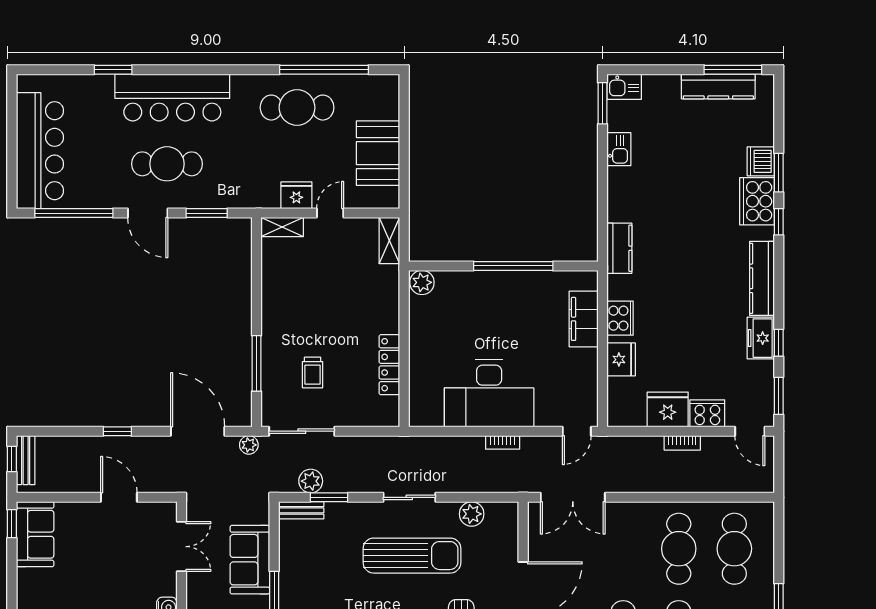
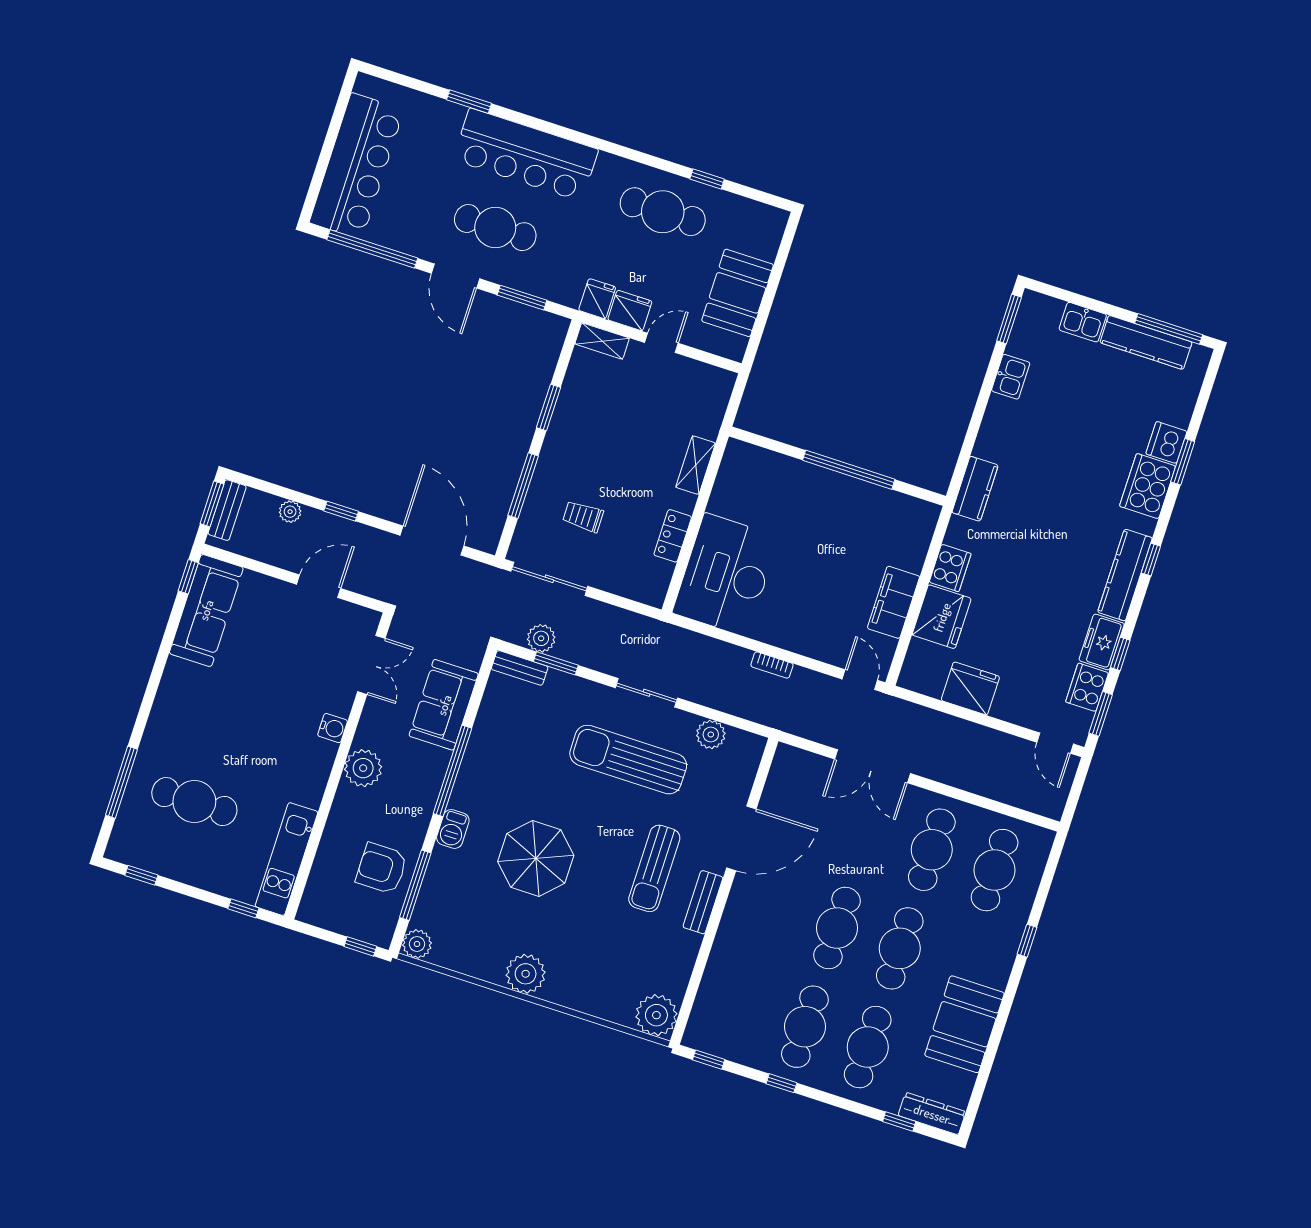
window: (324, 70) -> (707, 179), width x0.32
kitchen sink: (624, 87) -> (1083, 322), moved
fridge: (267, 194) -> (597, 299), added
window: (779, 222) -> (1151, 560), moved
shelving: (389, 240) -> (696, 465), moved
plant: (422, 282) -> (740, 455), removed
window: (256, 294) -> (549, 407), added
filing cabinet: (584, 319) -> (893, 602), moved
fridge: (621, 359) -> (942, 617), width x1.36, depth x1.34
locker: (389, 365) -> (673, 536), width x0.66
trolley: (313, 372) -> (583, 516), turned 90
desk: (489, 393) -> (726, 575), moved, turned 90
cooker: (707, 413) -> (1087, 687), moved, turned -90
door: (577, 431) -> (860, 680), swing flipped
bookcase: (682, 443) -> (975, 732), removed
plant: (249, 445) -> (290, 512), moved
window: (12, 459) -> (212, 504), width x1.50
door: (119, 497) -> (319, 586), hinge flipped
double door: (573, 497) -> (872, 766), moved
sofa: (35, 534) -> (206, 610), width x1.36
sun lounger: (412, 556) -> (628, 760), turned 180

